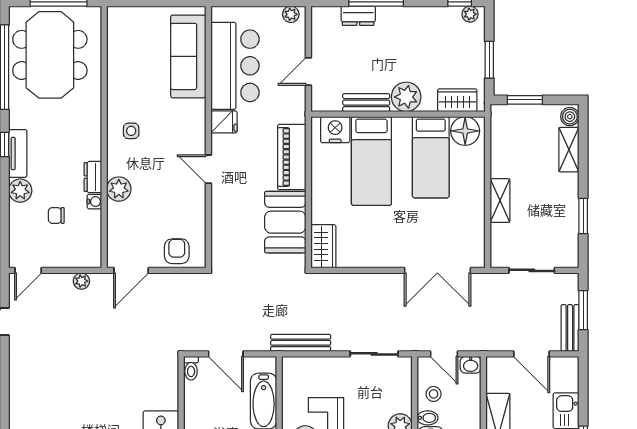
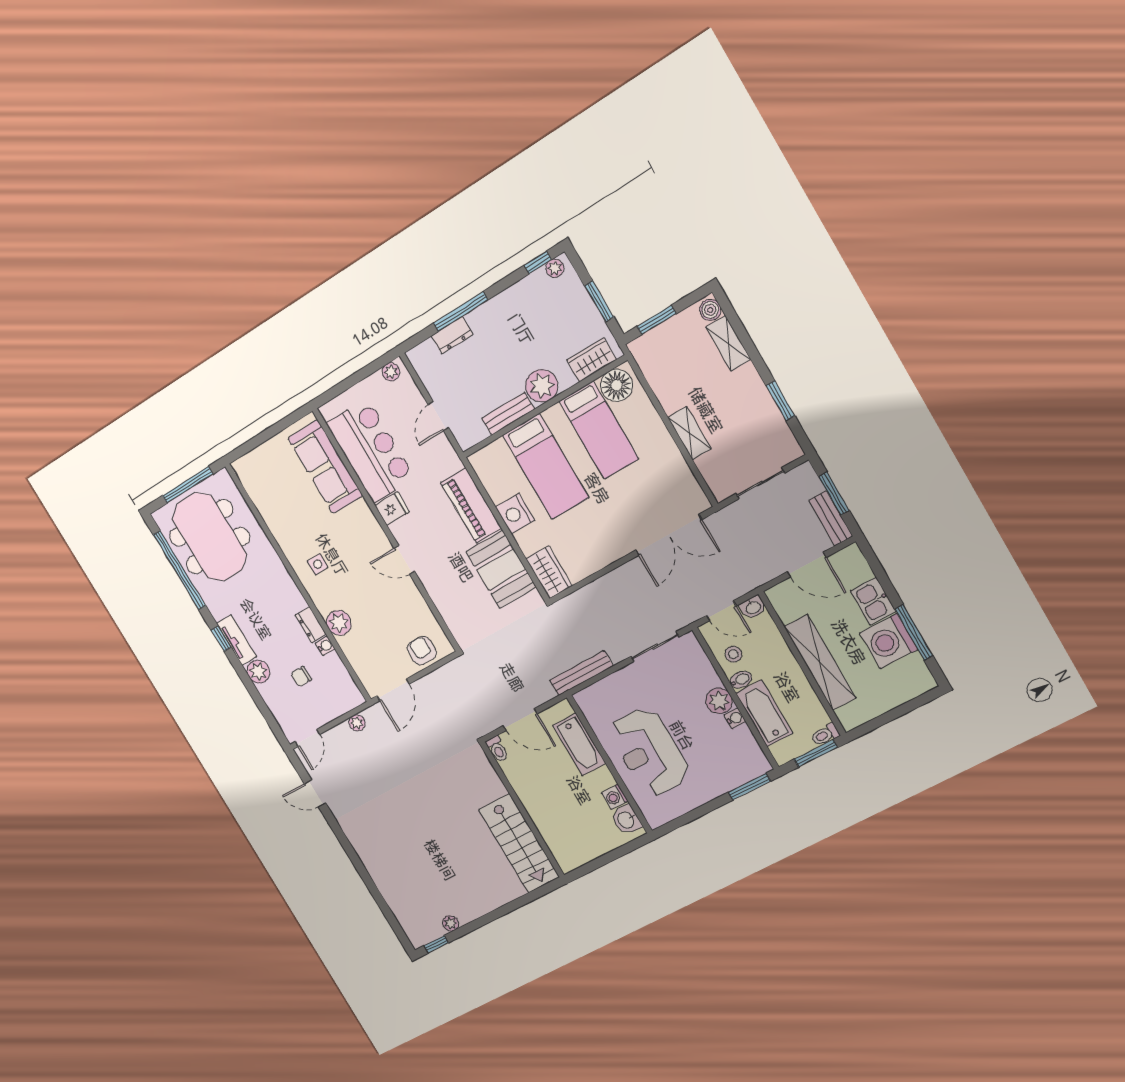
nightstand: (335, 130) -> (515, 514), moved, turned -90

